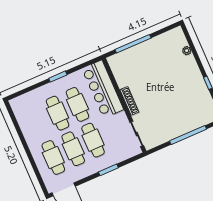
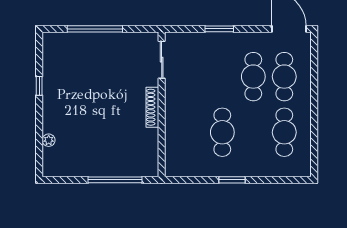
bar counter: (103, 89) -> (180, 138), removed
cafe table: (58, 113) -> (284, 132), moved
cafe table: (93, 140) -> (222, 77), removed

